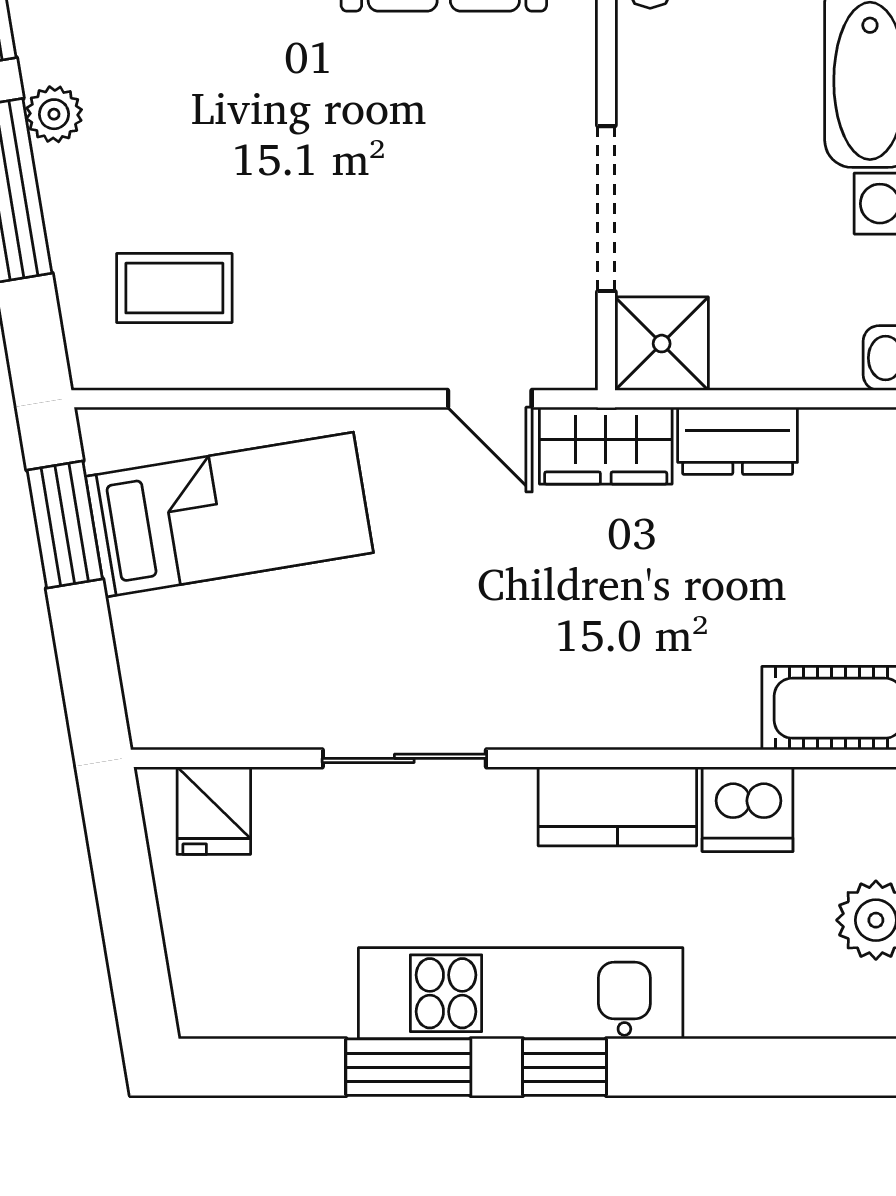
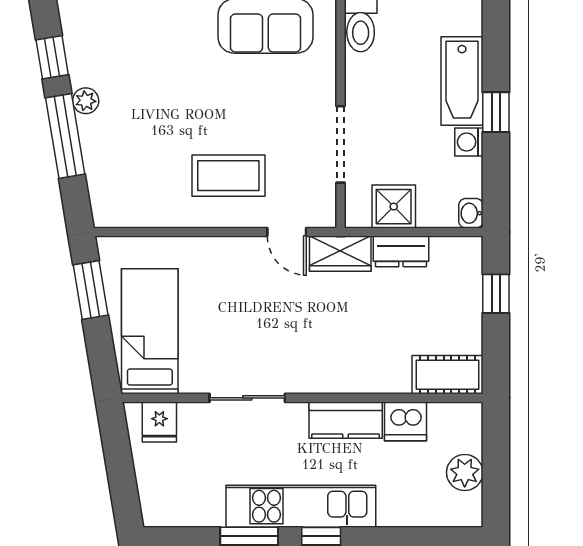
coffee table: (174, 288) -> (228, 176), moved, width x1.36, depth x1.30
shower: (662, 344) -> (394, 207), moved
bed: (229, 515) -> (150, 331), moved, turned -81

